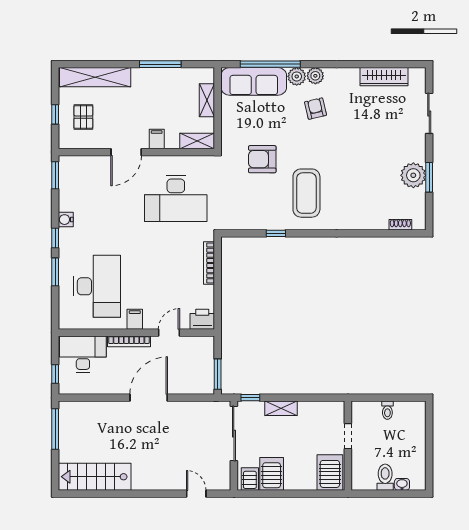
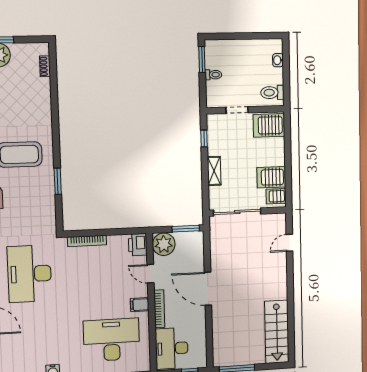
desk: (176, 198) -> (29, 274), turned 180
window: (276, 233) -> (58, 181), width x1.50
plant: (201, 349) -> (164, 244), added
window: (250, 398) -> (204, 139), moved
window: (404, 398) -> (202, 59), added
toilet: (385, 477) -> (272, 93), moved

